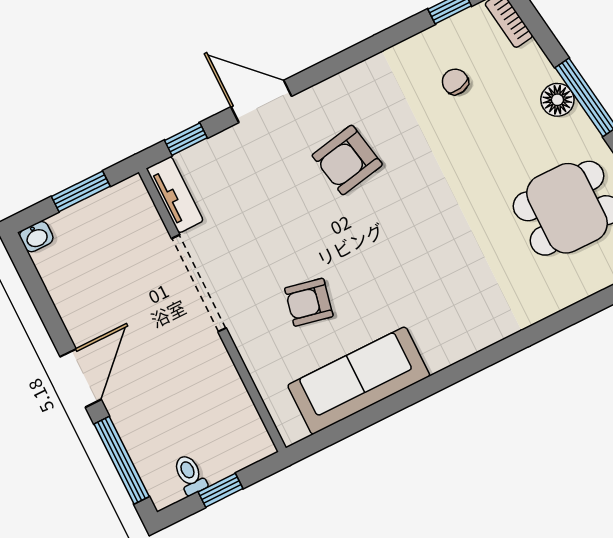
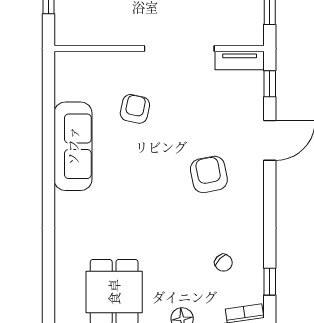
chair: (455, 82) -> (223, 263), turned 57
sofa: (359, 381) -> (73, 146), moved

